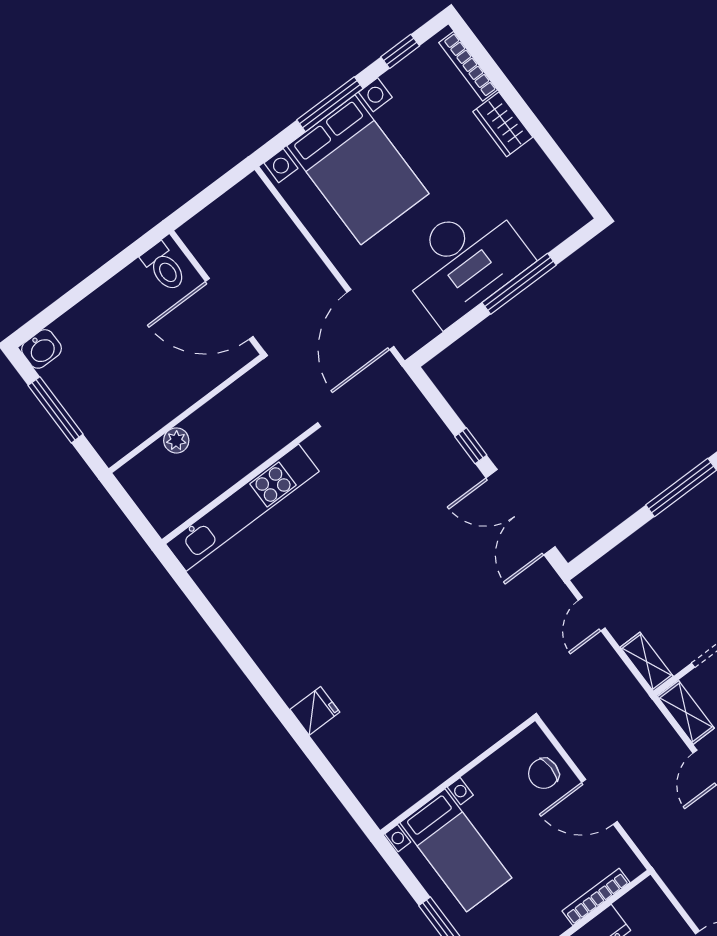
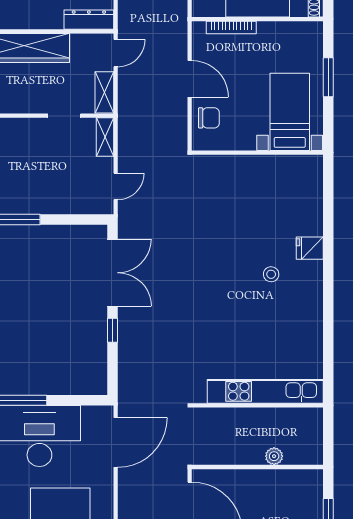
stool: (337, 647) -> (271, 274), added

